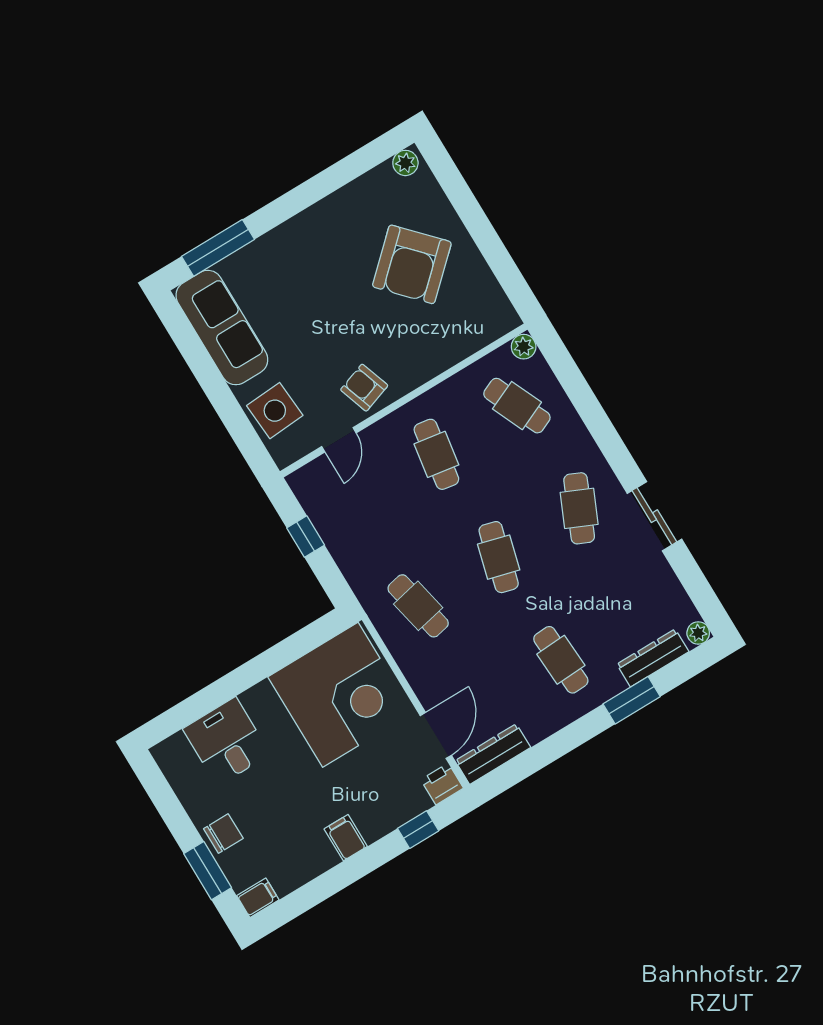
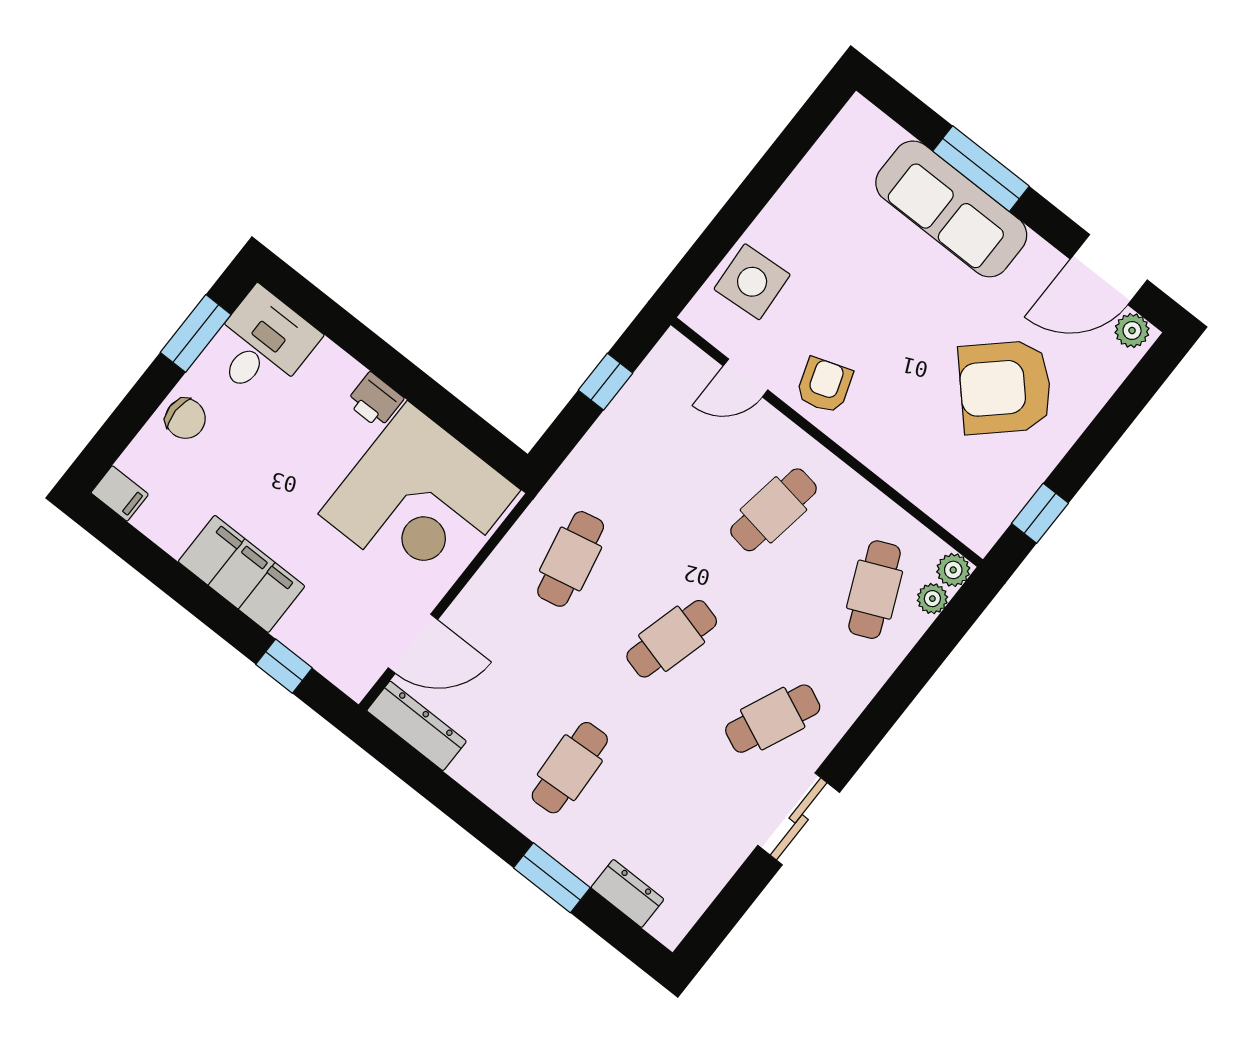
door: (358, 163) -> (1109, 270), added
window: (218, 248) -> (981, 169), moved
window: (507, 273) -> (1040, 513), added
sofa: (222, 328) -> (951, 209), moved, turned 90
plant: (698, 633) -> (932, 599), moved
dresser: (653, 658) -> (627, 893), width x0.70
desk: (226, 741) -> (262, 345), moved
printer: (442, 784) -> (375, 400), moved, turned 180
filing cabinet: (346, 838) -> (241, 574), width x3.00, depth x1.17
window: (208, 871) -> (196, 333), moved

